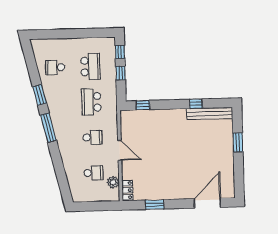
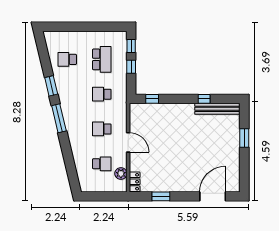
school desk: (91, 102) -> (102, 94), width x0.54
school desk: (92, 137) -> (102, 129), turned 180

